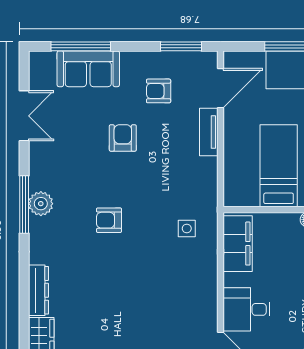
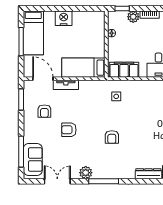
sofa: (88, 69) -> (33, 159), moved
bed: (279, 166) -> (83, 68), moved
plant: (41, 204) -> (86, 173), moved

